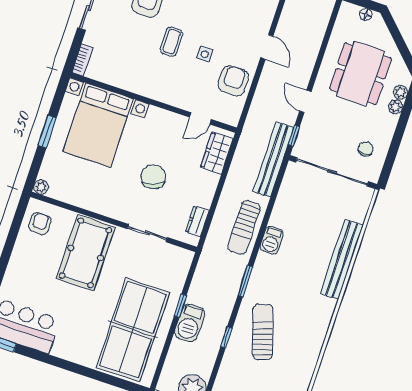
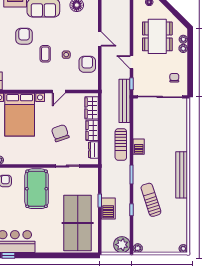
door: (200, 118) -> (59, 92), moved
wardrobe: (206, 189) -> (92, 130), added
bench: (342, 259) -> (182, 175), moved

